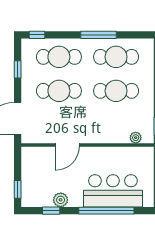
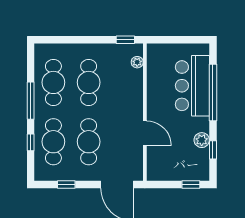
window: (37, 35) -> (31, 142), moved

